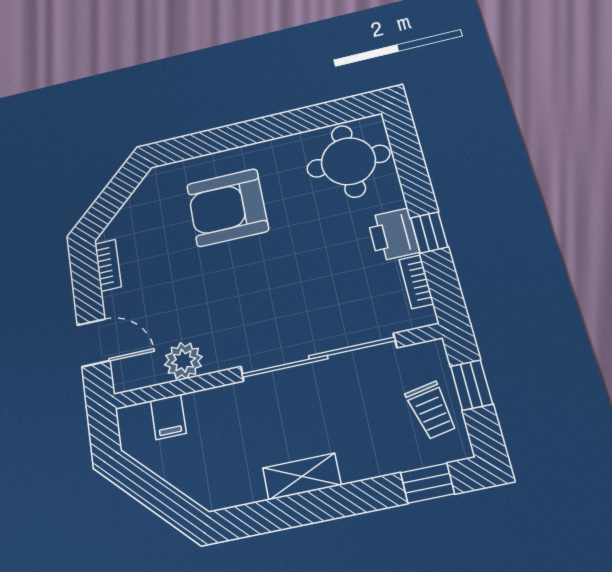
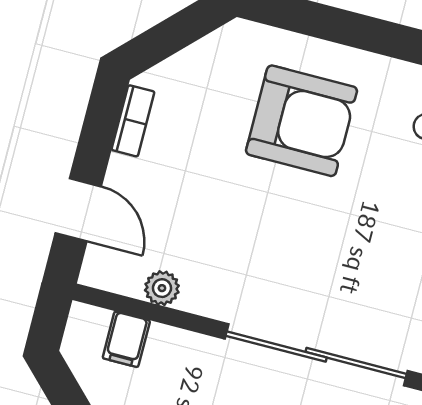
armchair: (227, 207) -> (302, 121), turned 180
plant: (183, 361) -> (162, 288), width x0.73, depth x0.73

